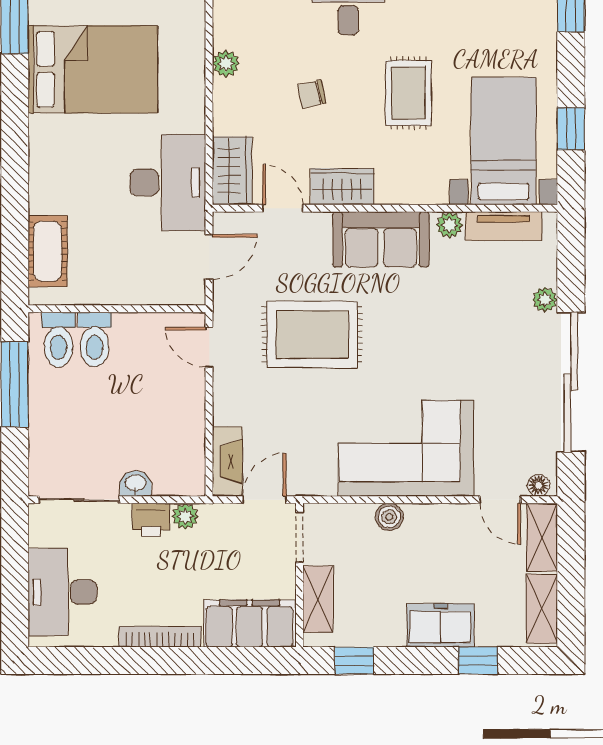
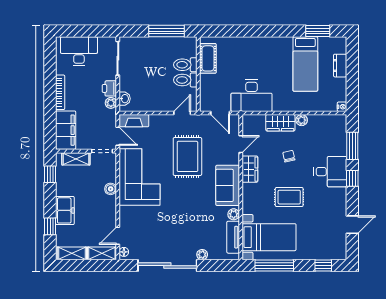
bed: (93, 69) -> (305, 64), width x0.67
window: (571, 129) -> (274, 266), width x2.17
wardrobe: (232, 171) -> (280, 123), moved
cot: (48, 251) -> (208, 58), moved, turned 90
toilet: (58, 340) -> (185, 80), moved
corner sofa: (406, 448) -> (140, 177), moved
washbasin: (135, 484) -> (125, 99), moved

